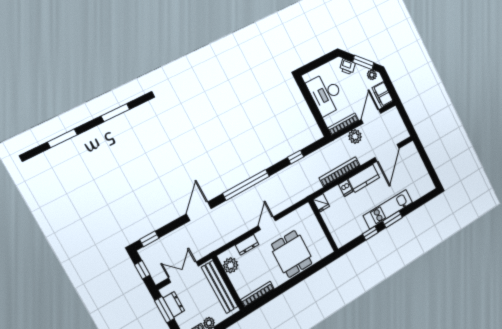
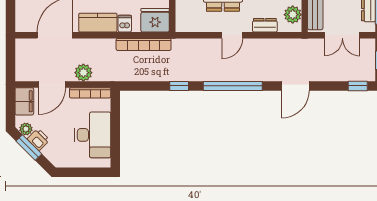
printer: (347, 67) -> (38, 139), moved
window: (296, 157) -> (179, 86), moved
bookcase: (340, 172) -> (144, 44), moved
fridge: (321, 203) -> (155, 20), width x1.88, depth x1.34

